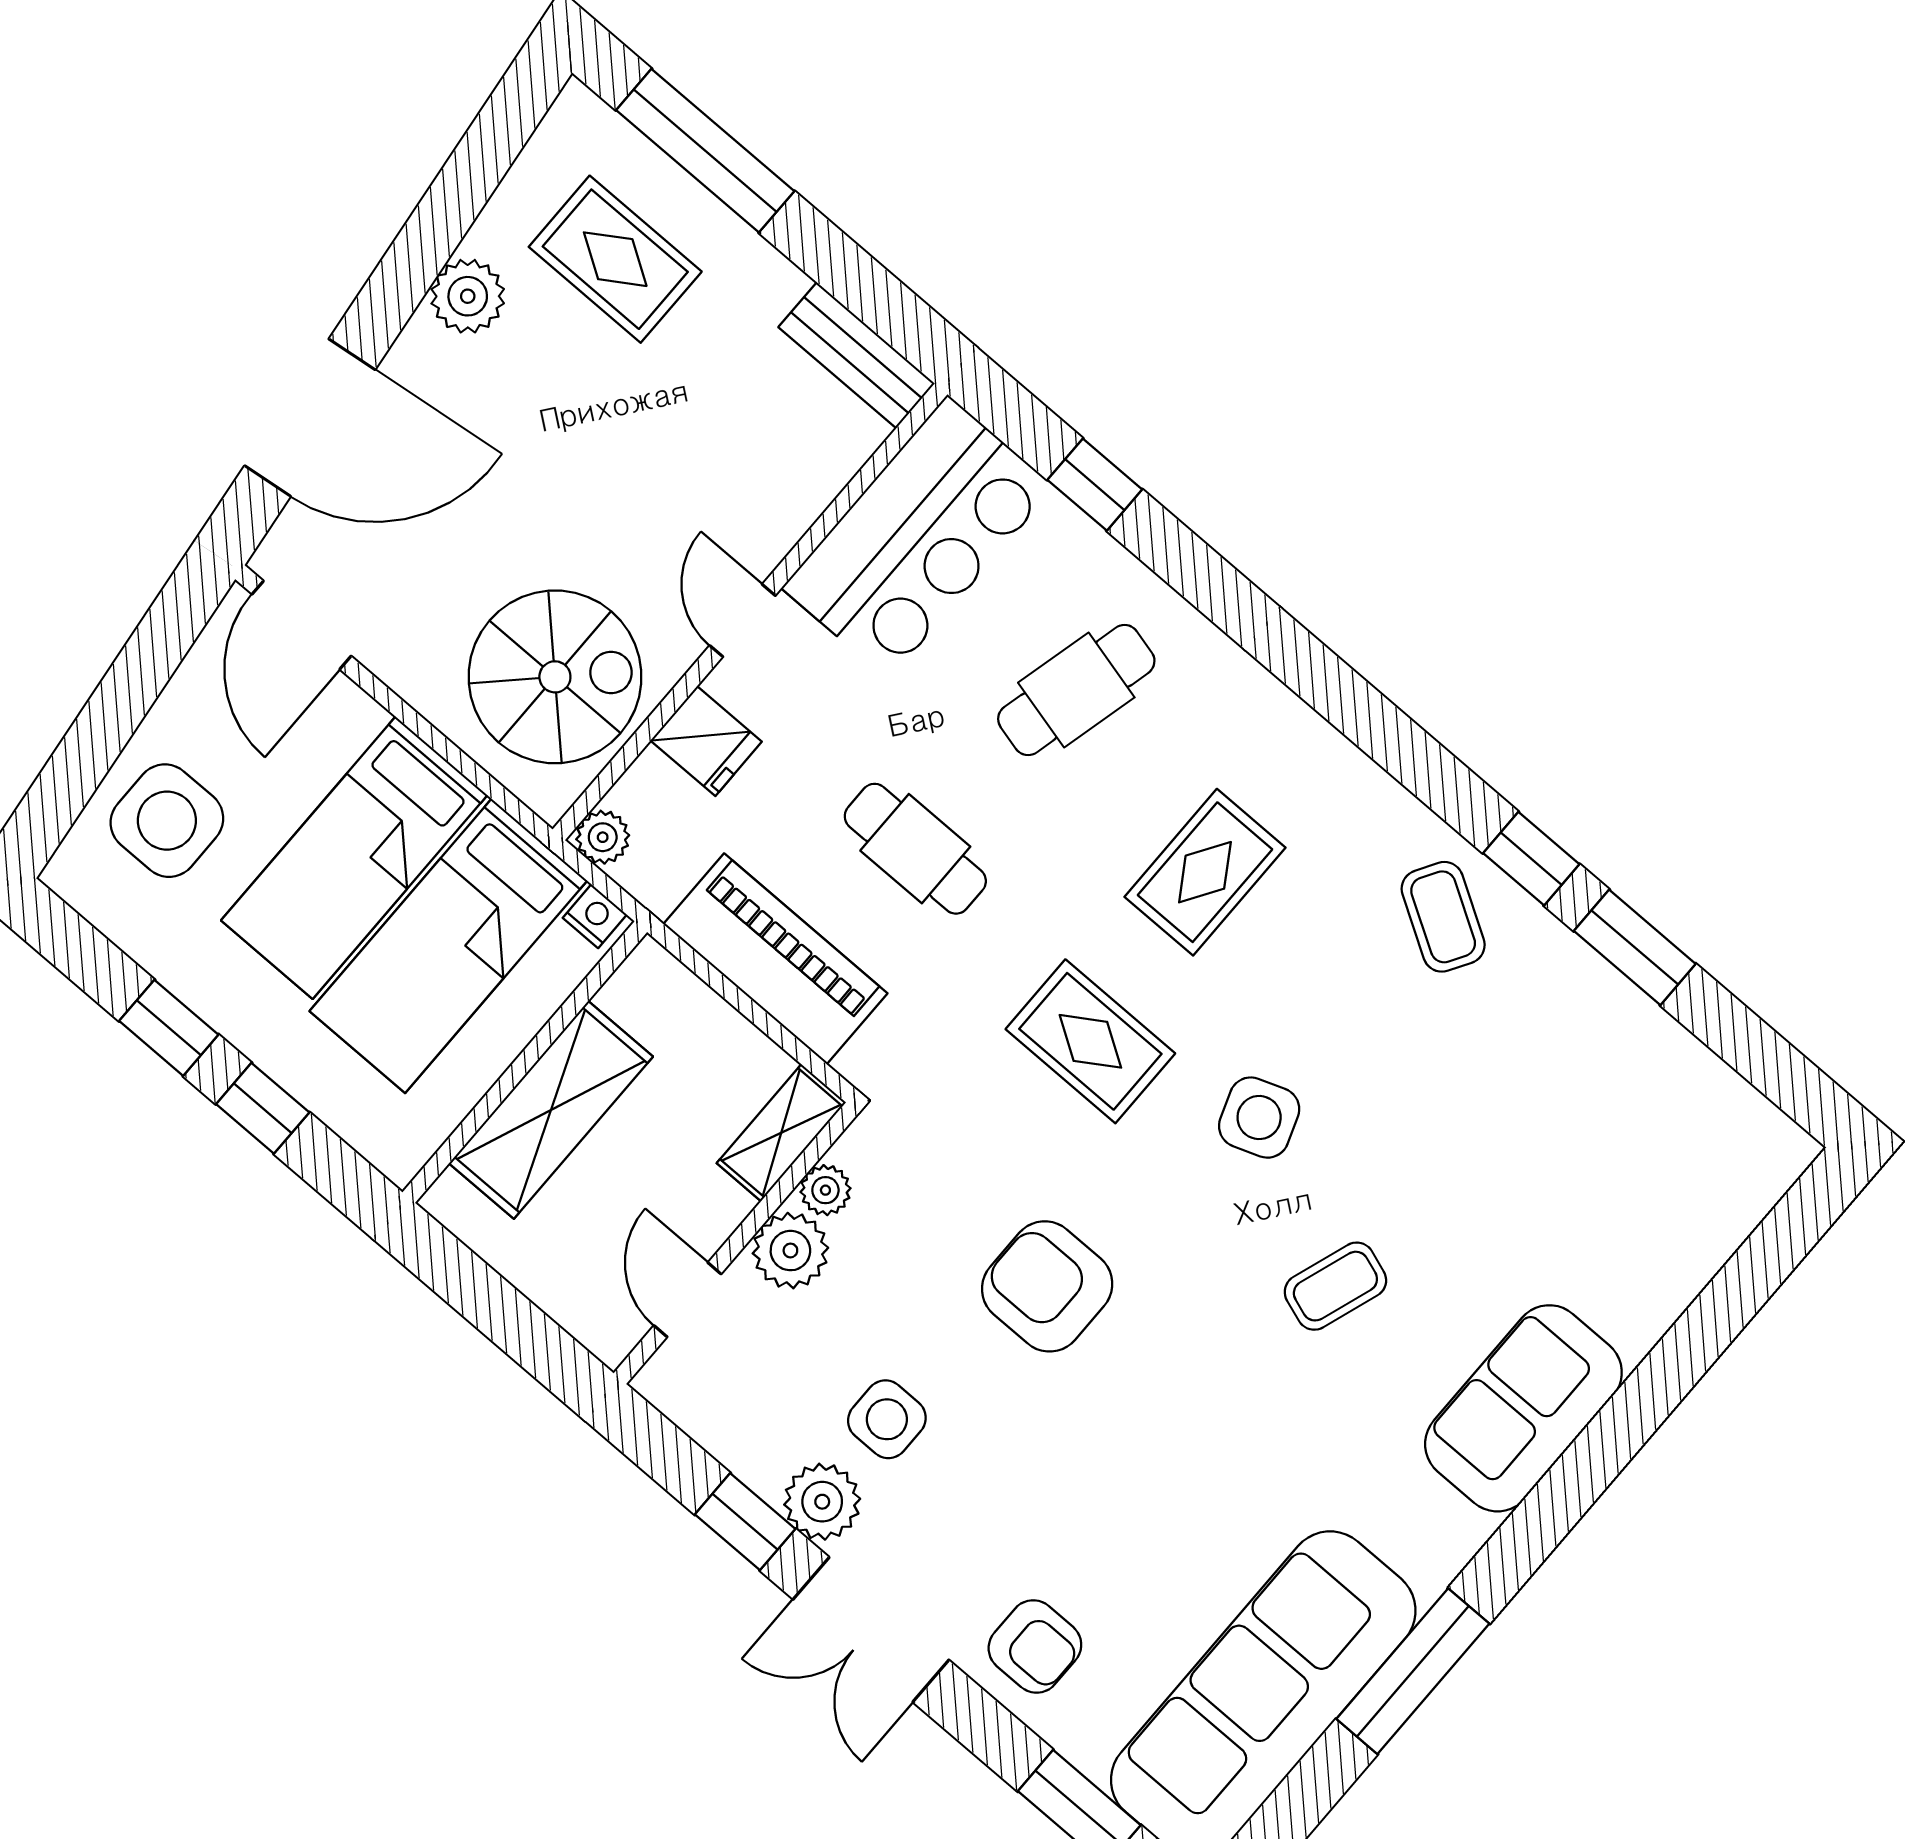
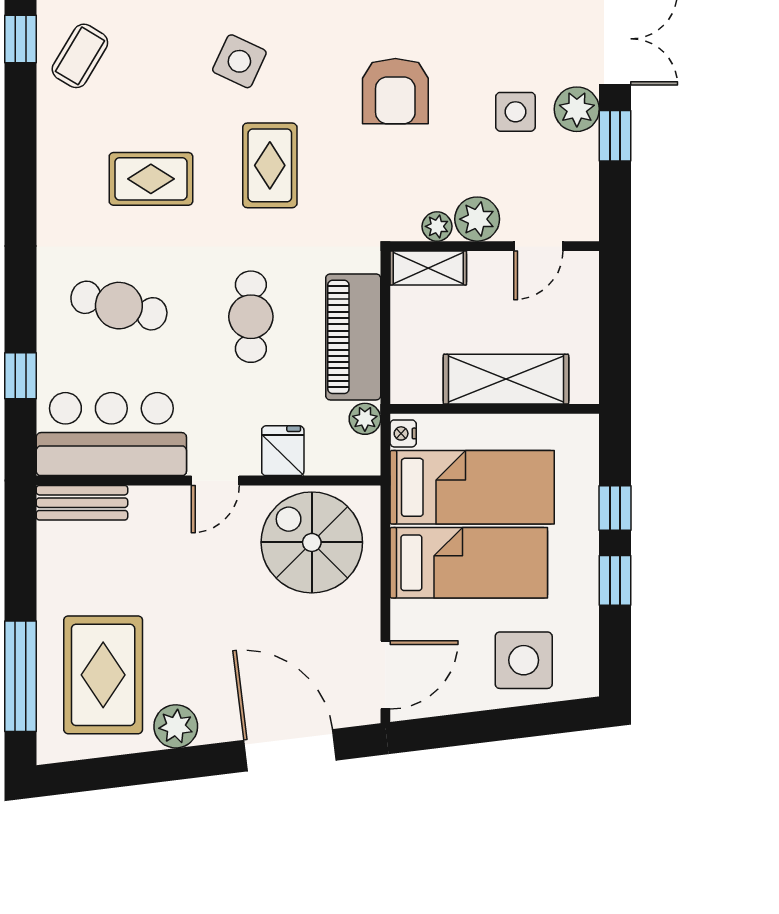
rug: (615, 259) -> (103, 675), width x1.36, depth x1.43
bench: (857, 355) -> (82, 503), moved, turned 90
plant: (603, 837) -> (365, 419), moved
side table: (1259, 1118) -> (239, 61), turned 45

